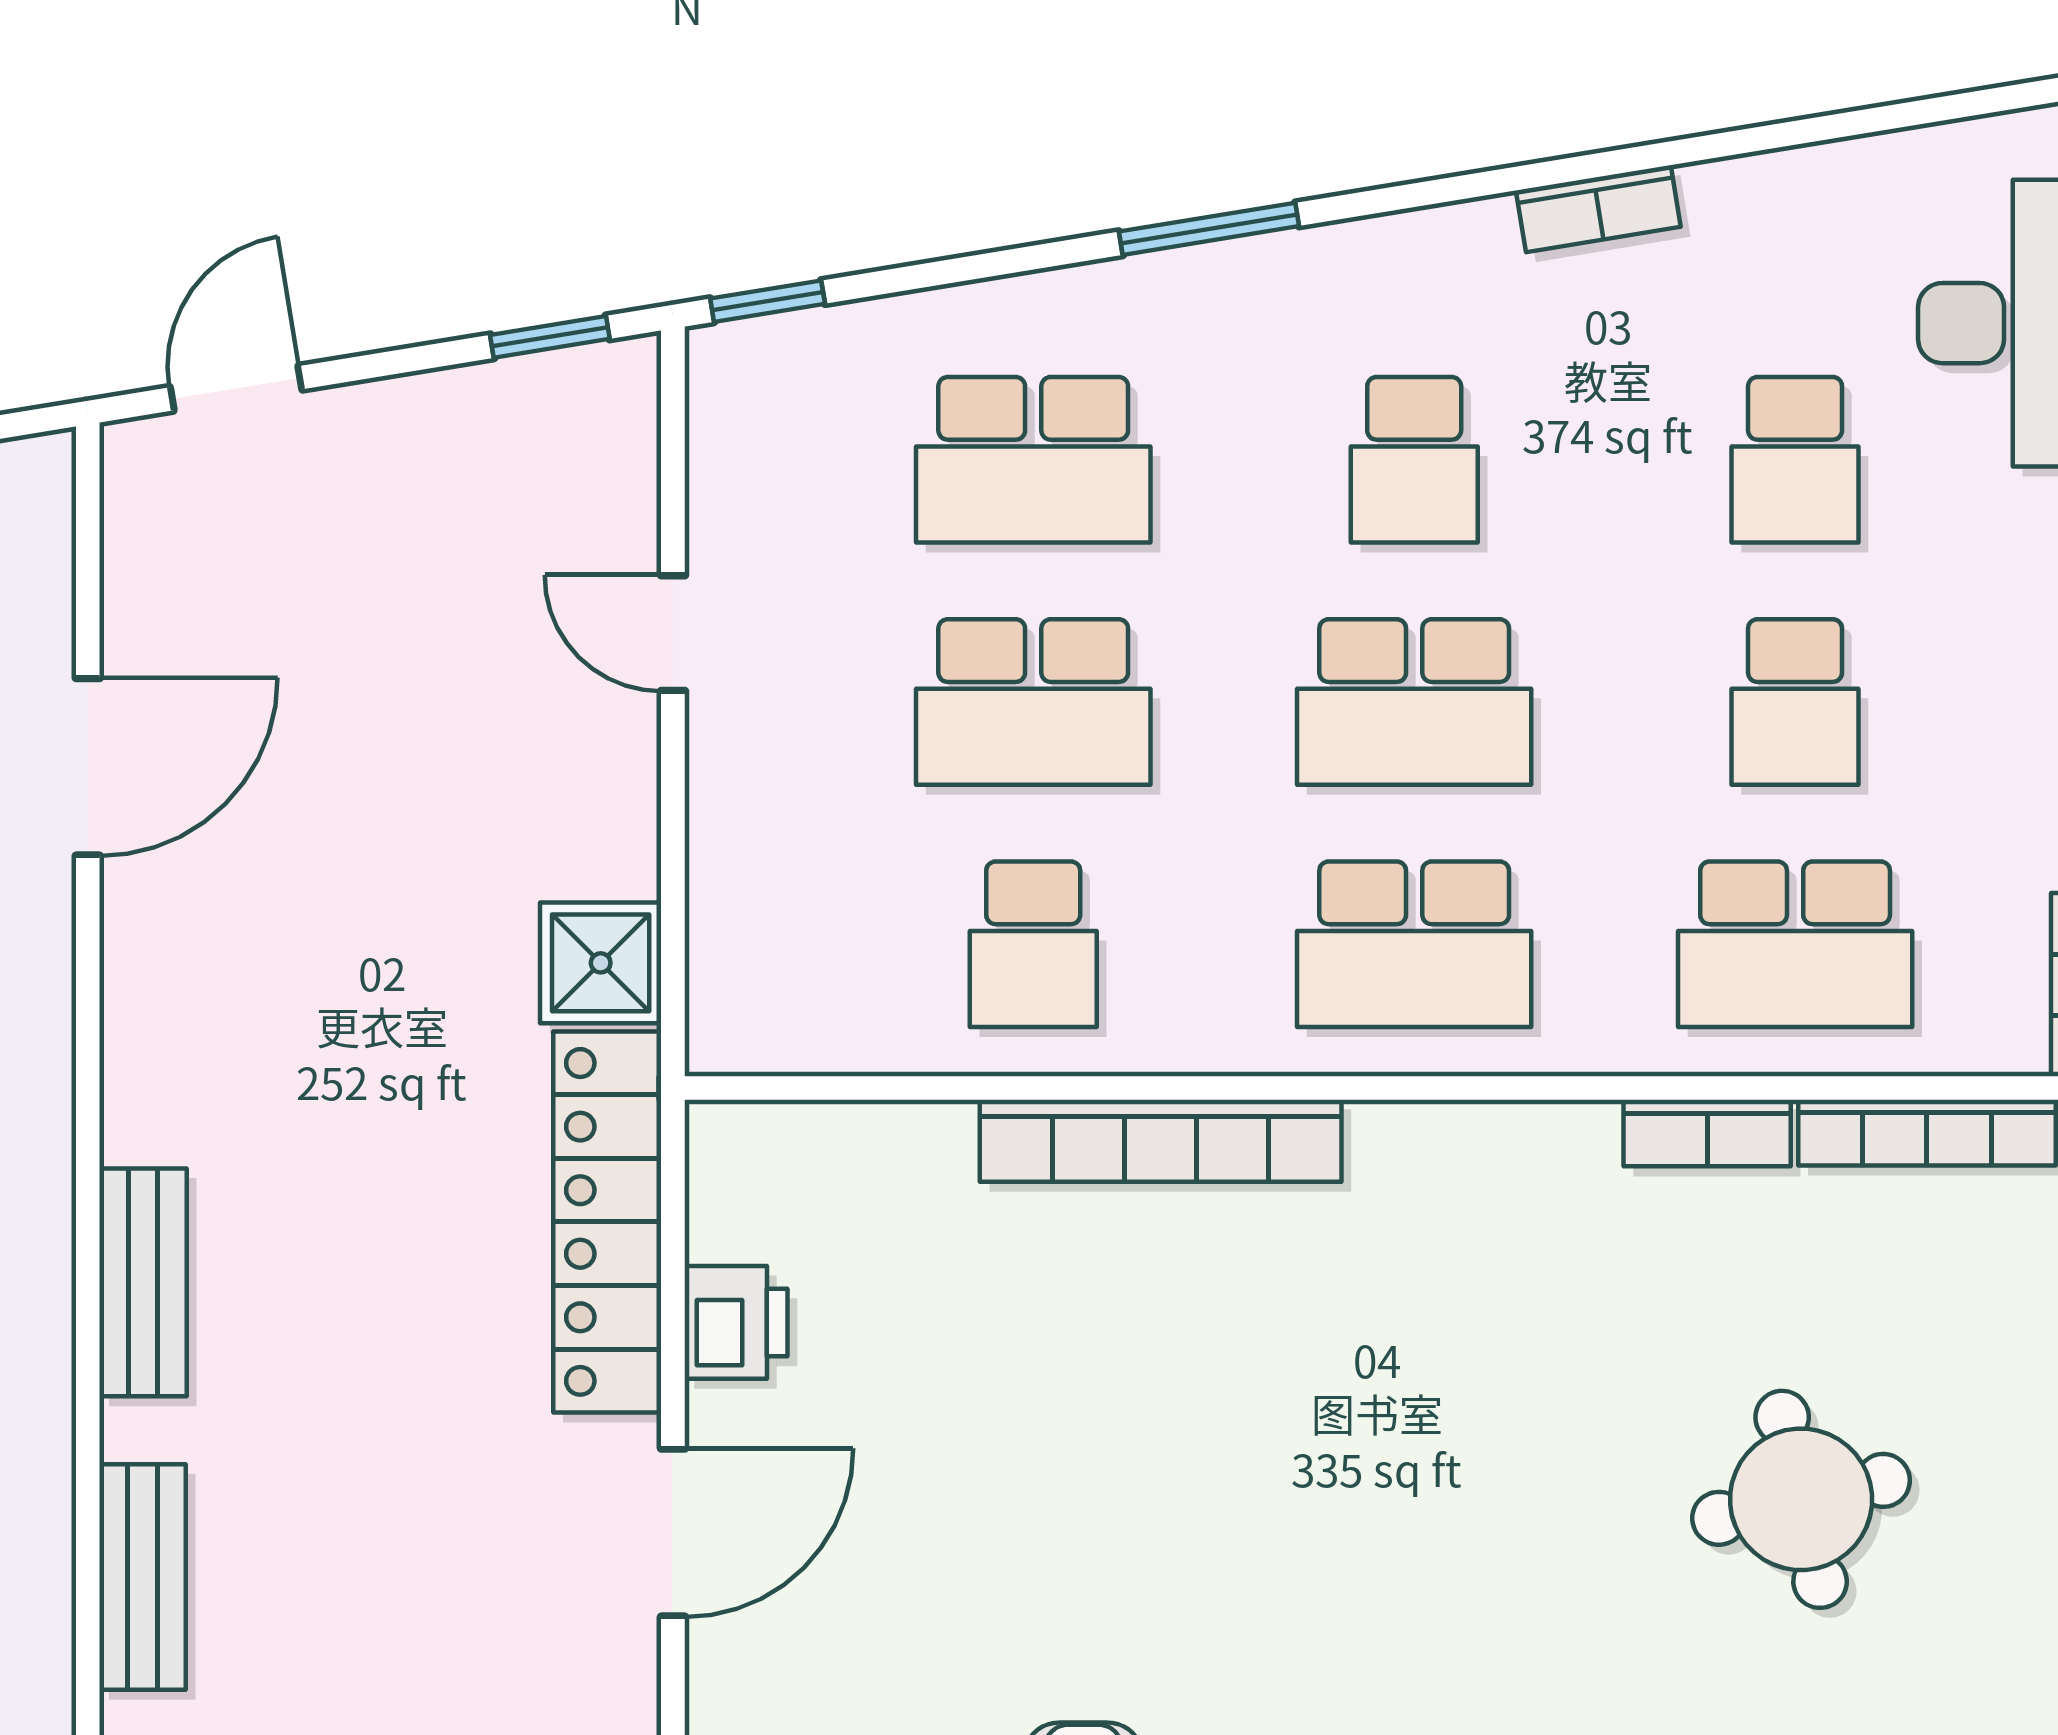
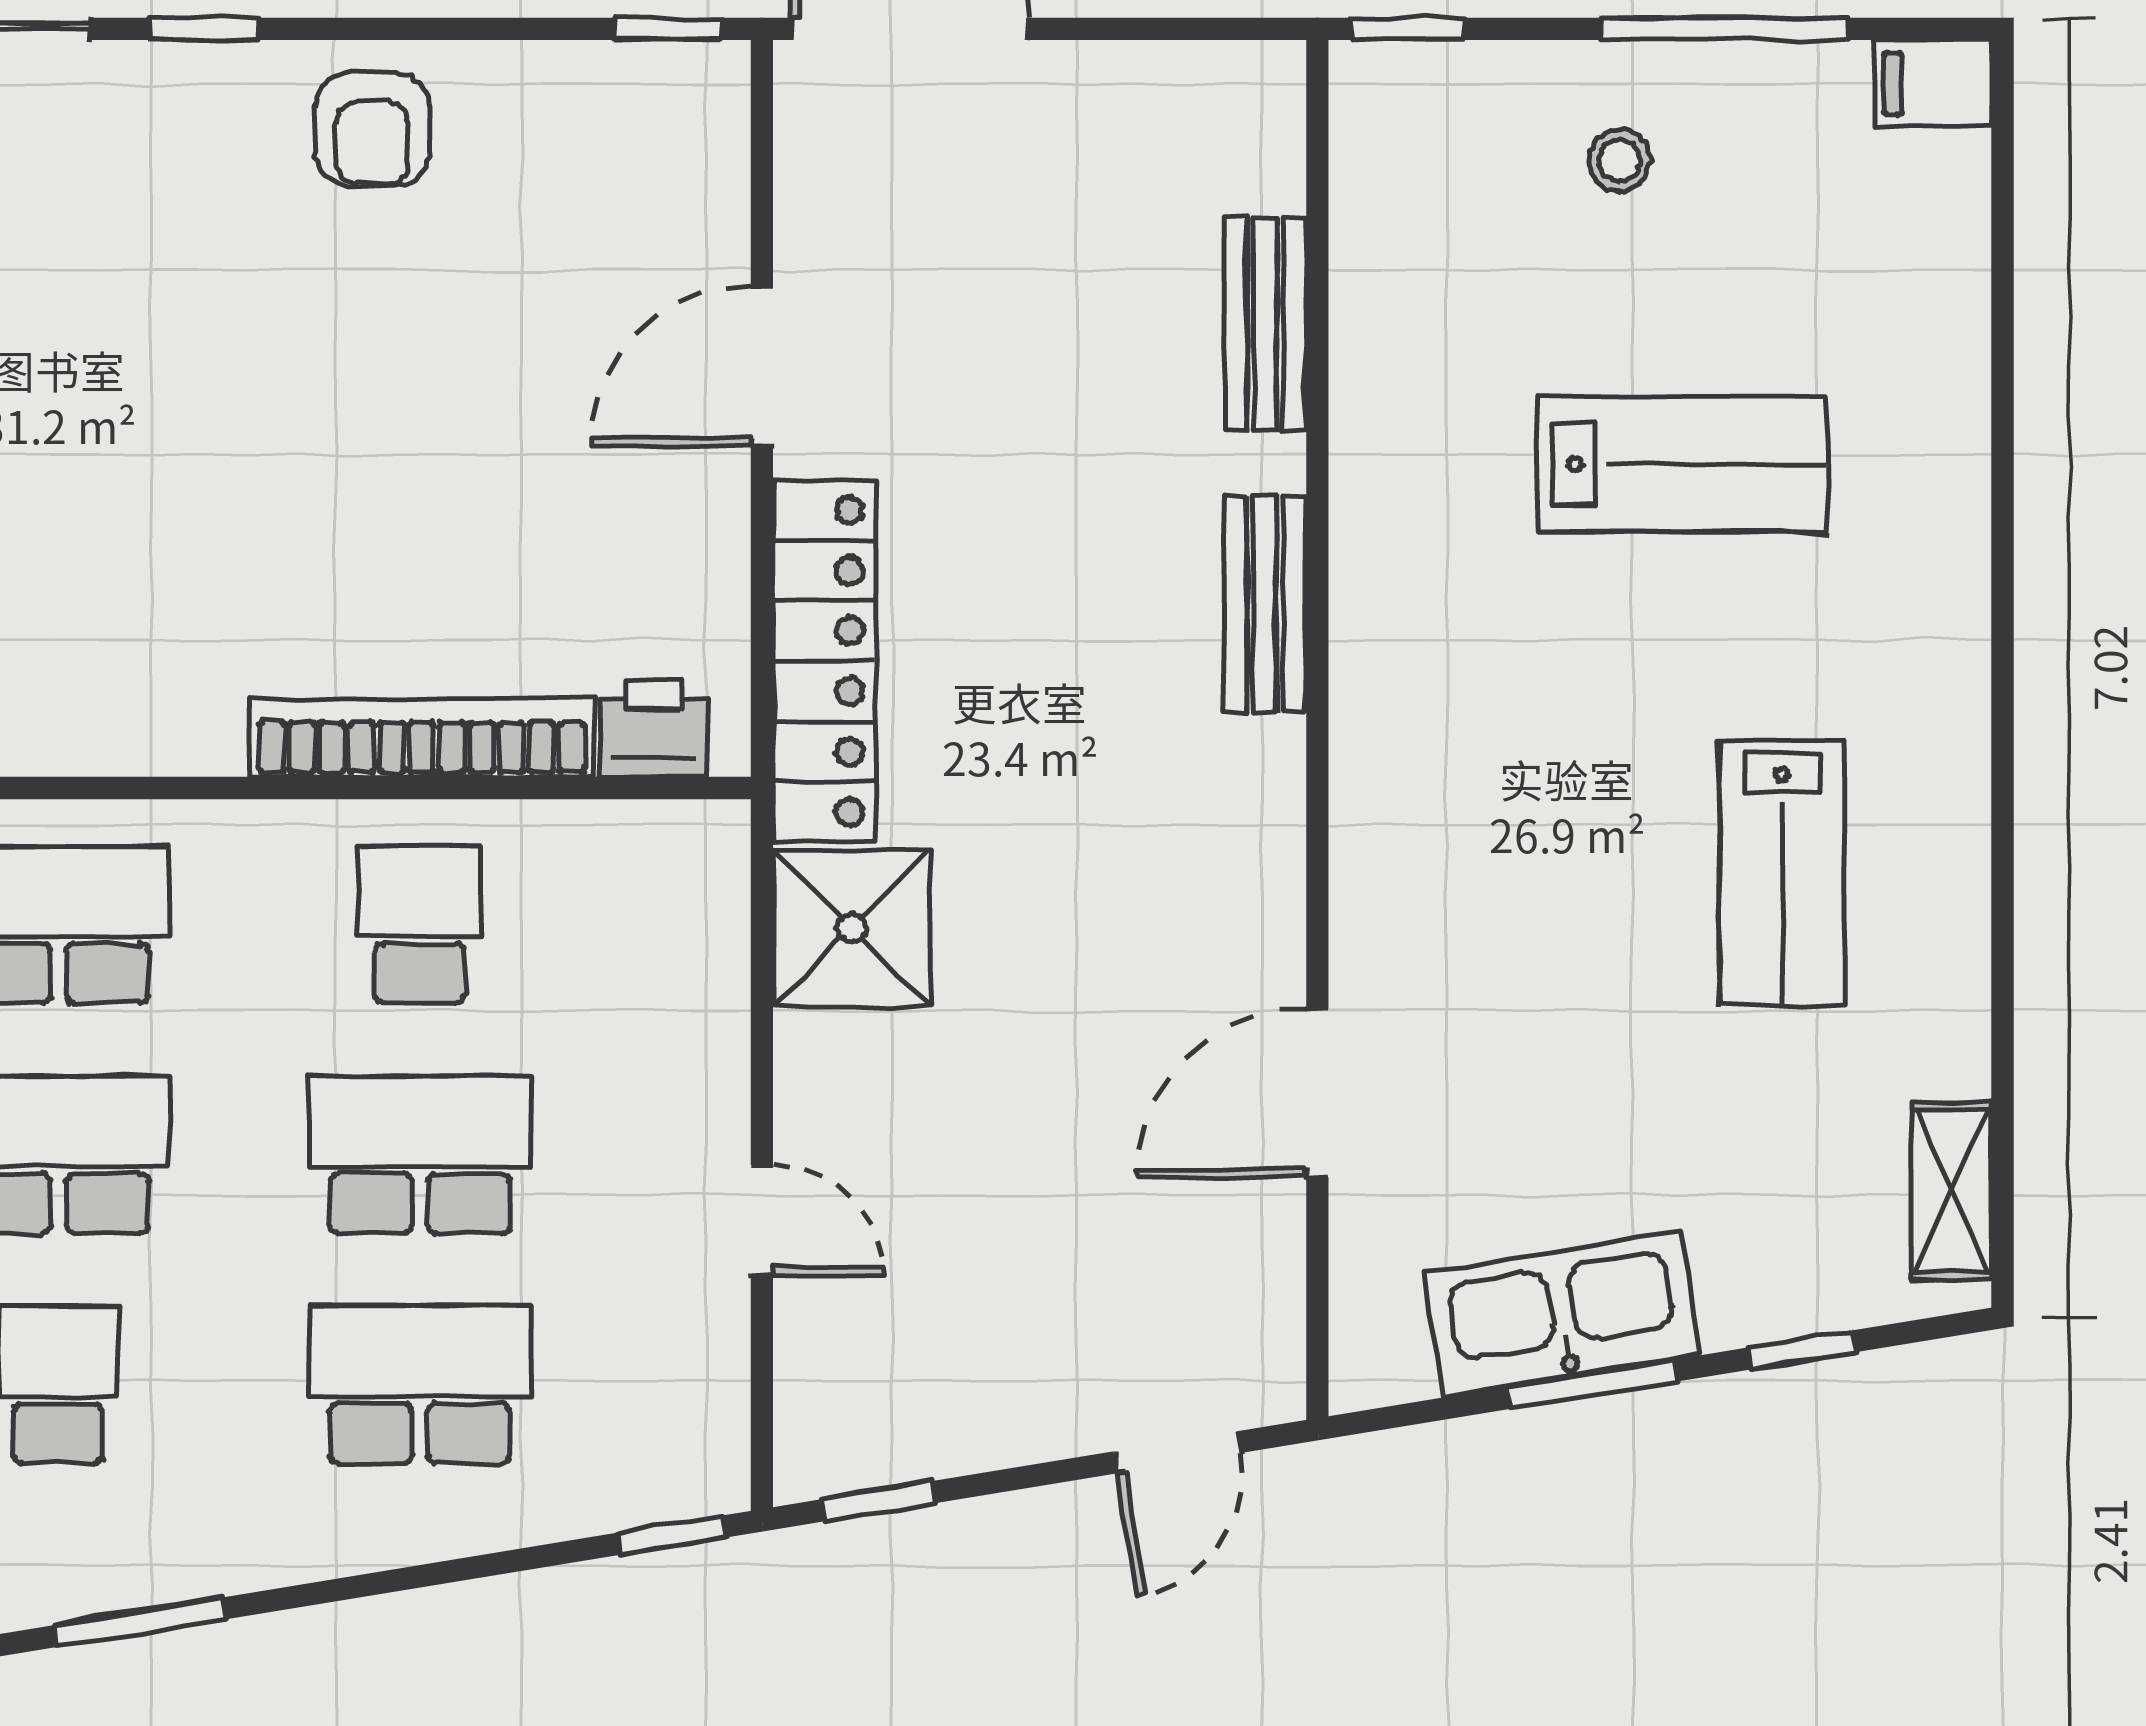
window: (1209, 229) -> (140, 1622), moved
shower: (601, 963) -> (851, 928), width x1.36, depth x1.36
bookcase: (1161, 1141) -> (422, 738), moved
printer: (736, 1322) -> (654, 728), moved, turned 90

